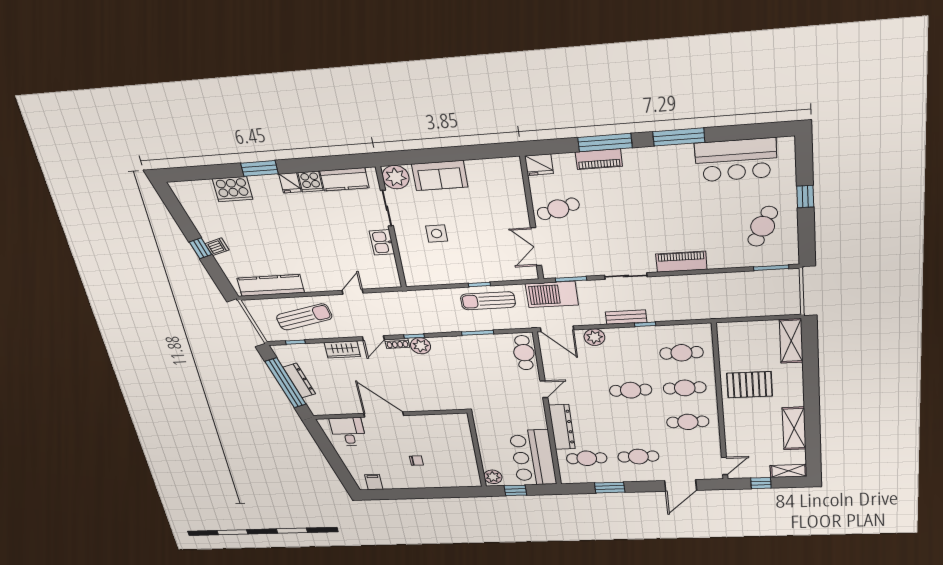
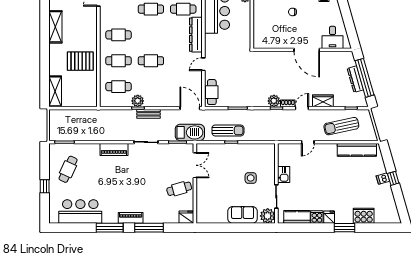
piano: (599, 159) -> (131, 218), moved
plant: (594, 337) -> (138, 101), moved

